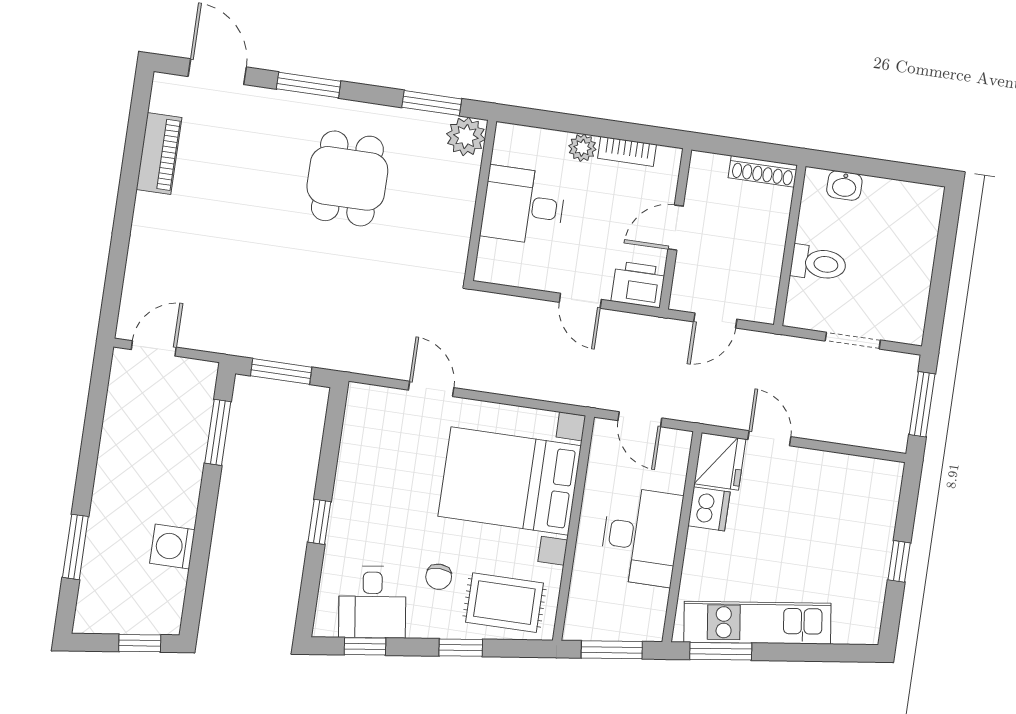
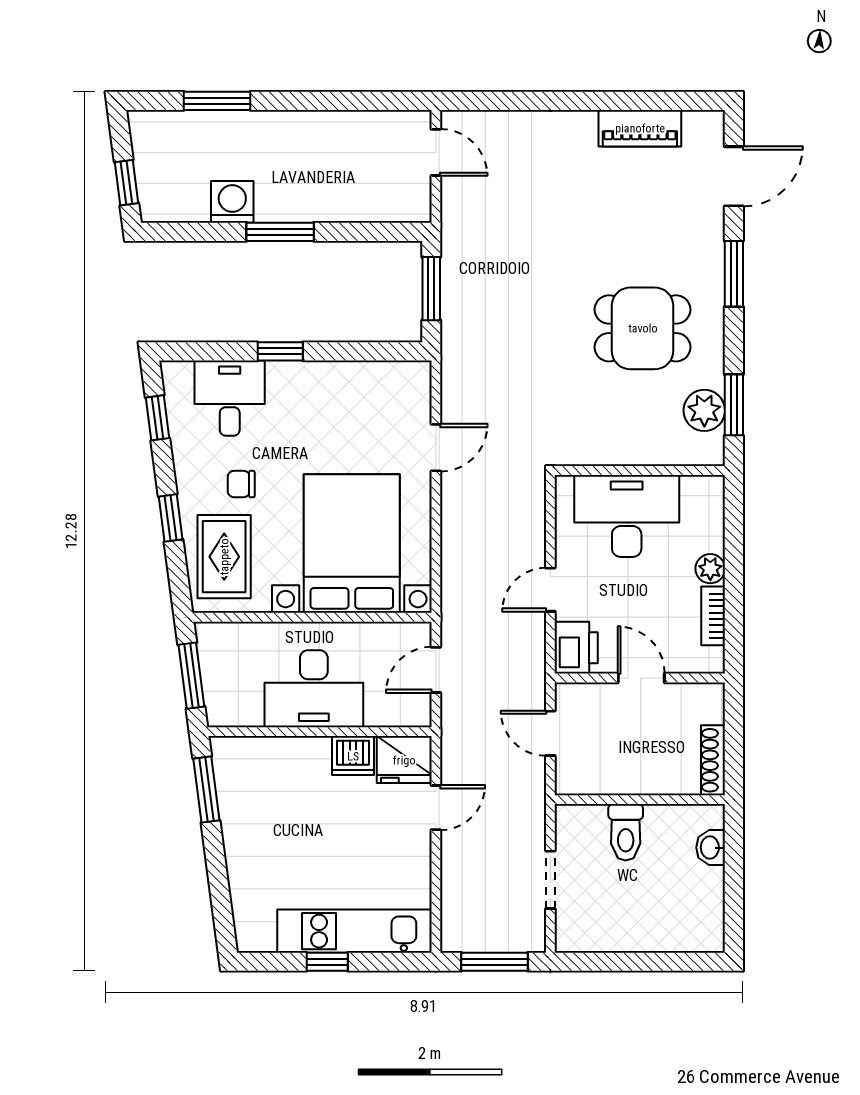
plant: (466, 136) -> (704, 410), moved
desk: (523, 206) -> (627, 516), width x1.37
window: (218, 432) -> (280, 232), moved
desk: (372, 602) -> (230, 398), moved, turned 97
kitchen unit: (757, 623) -> (354, 931), moved, turned -83

